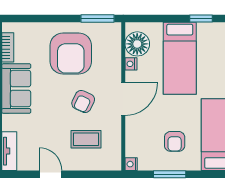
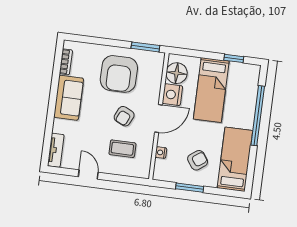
nightstand: (131, 64) -> (172, 95), width x1.89, depth x1.79
armchair: (175, 141) -> (198, 160), turned -126
nightstand: (131, 164) -> (161, 153), moved

